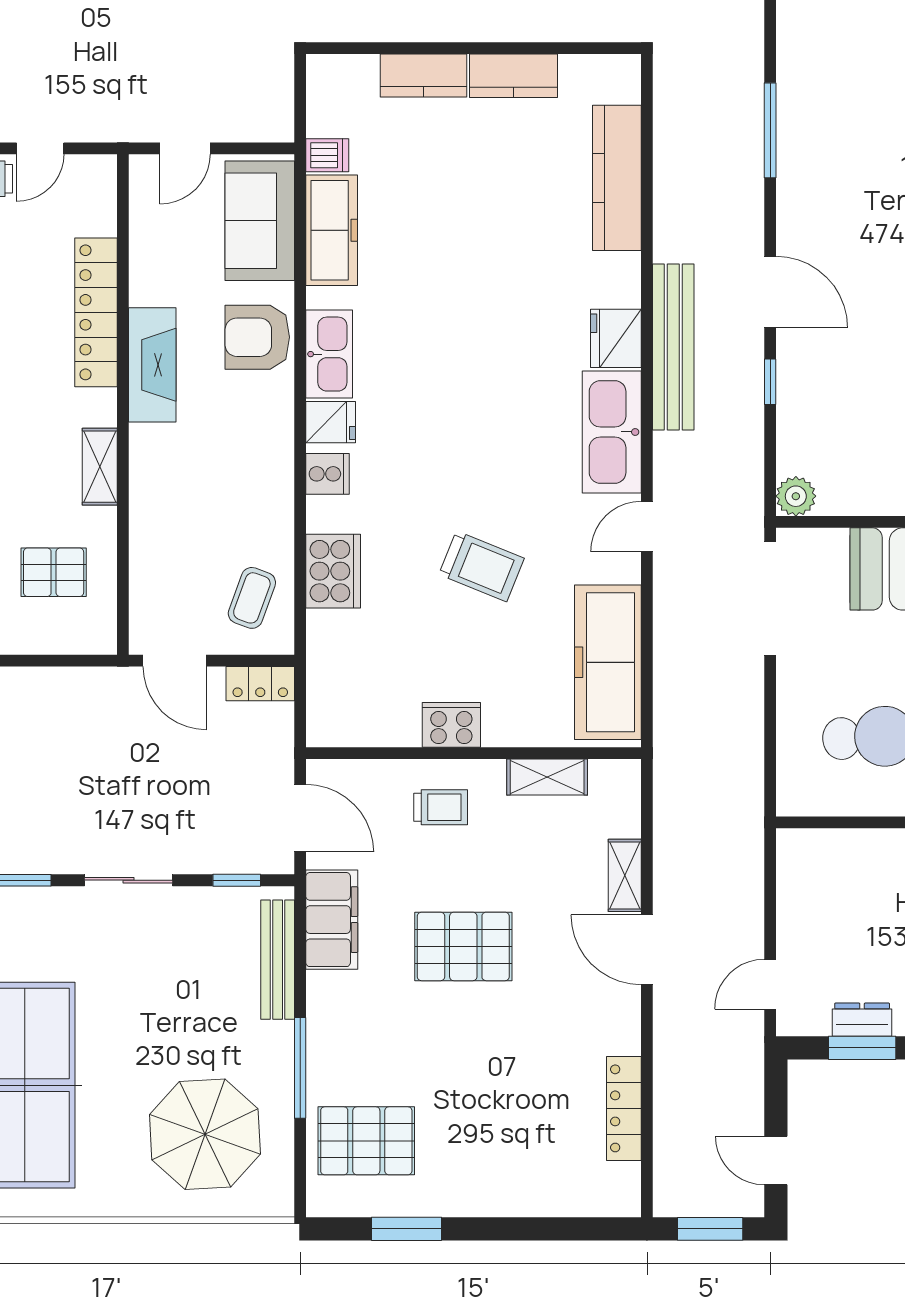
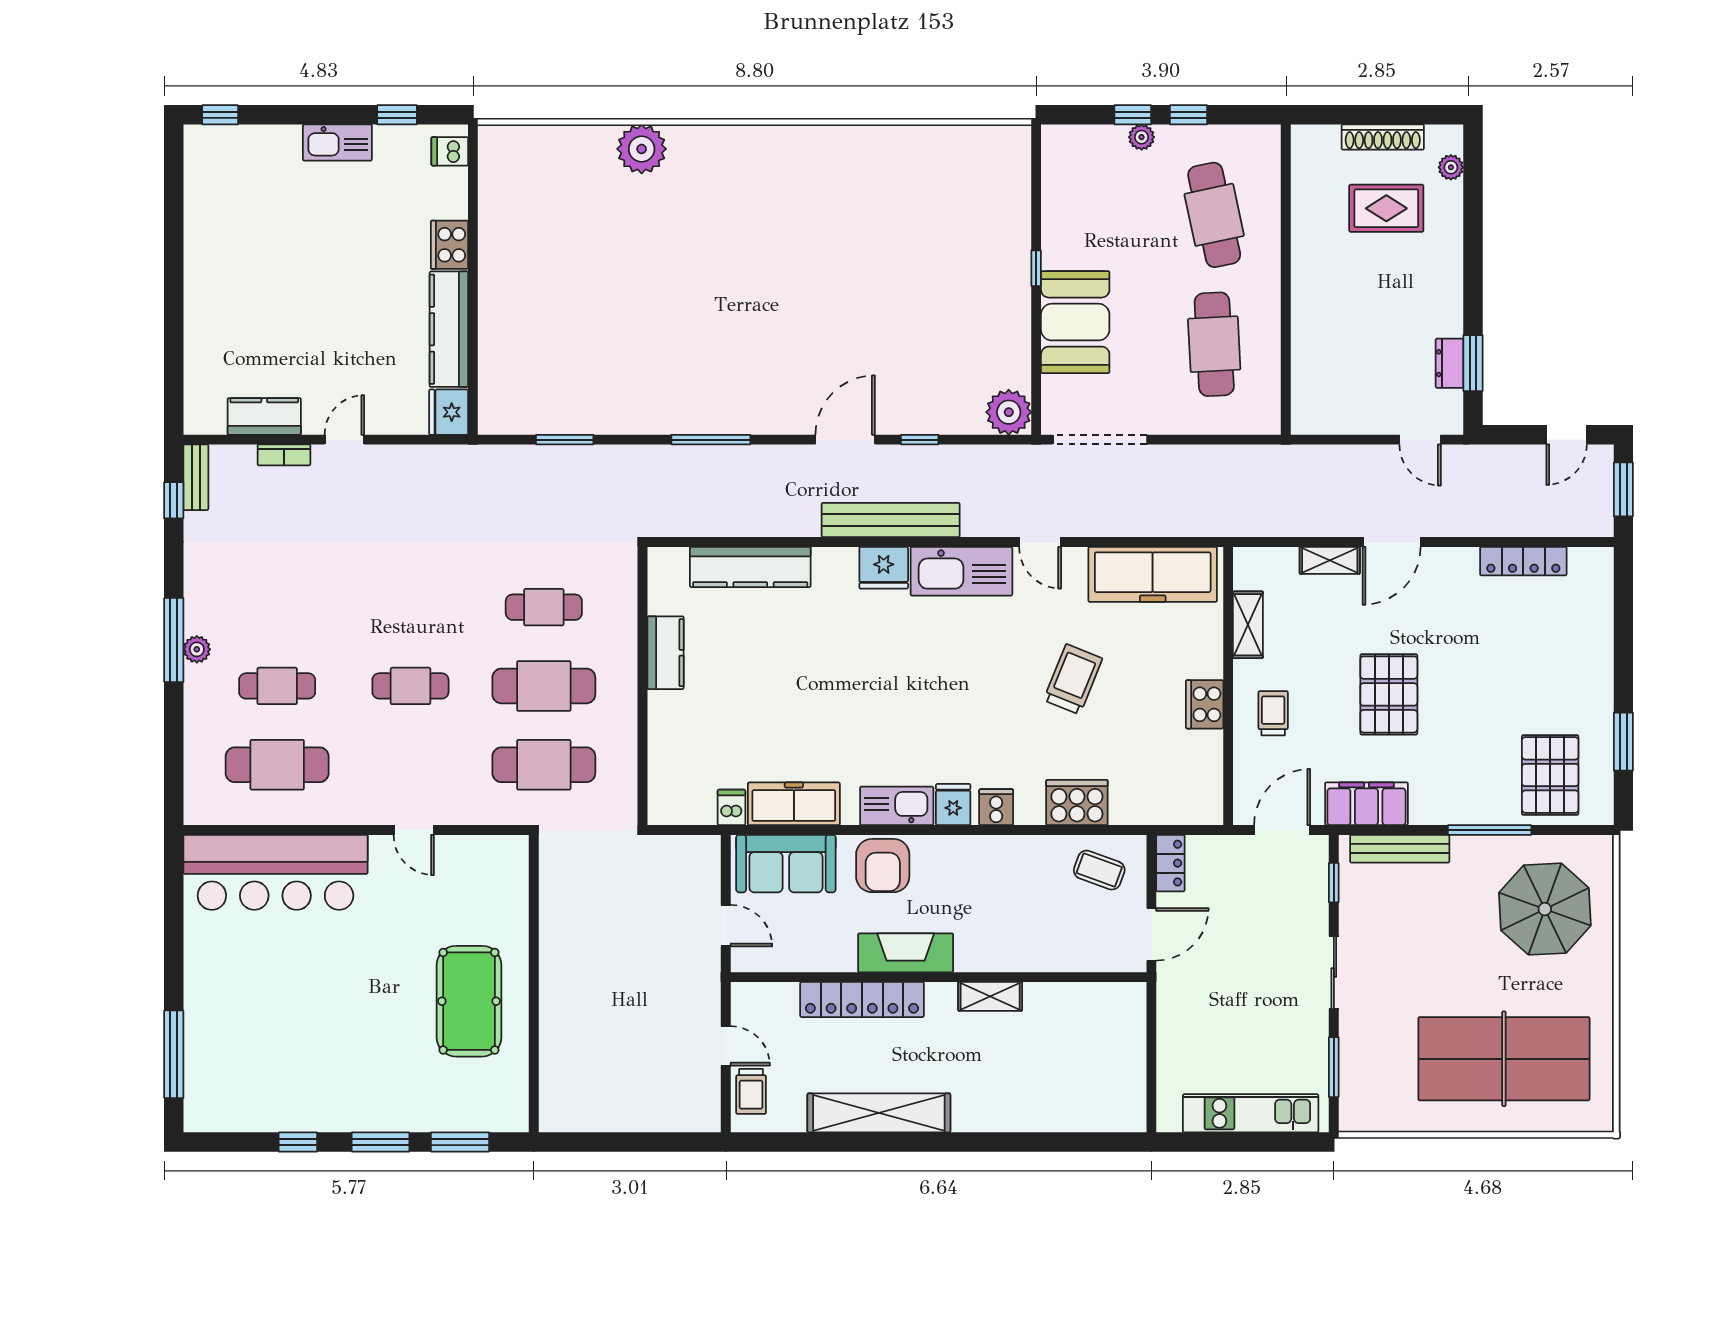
kitchen counter: (423, 75) -> (665, 728), removed
plant: (796, 496) -> (1009, 412), width x1.36, depth x1.36
pallet: (54, 572) -> (1078, 1035), removed

